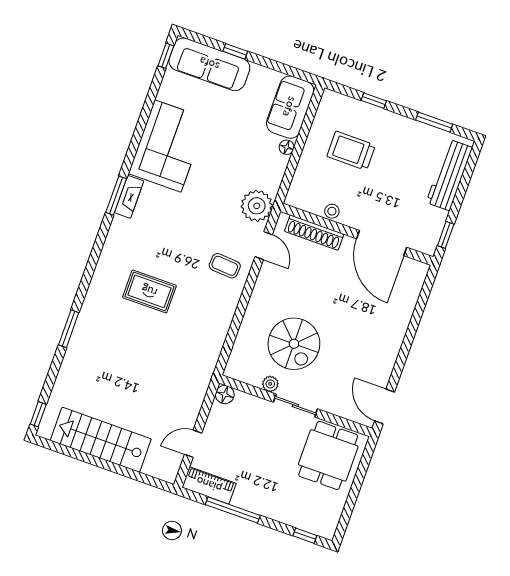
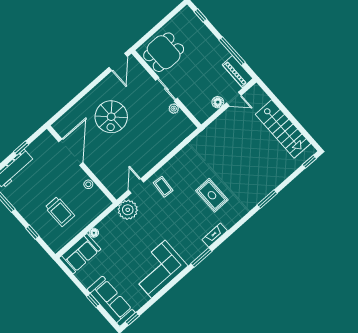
fireplace: (129, 197) -> (215, 235), moved
shoe rack: (314, 233) -> (104, 178), removed
window: (446, 235) -> (21, 148), moved
spiral stairs: (294, 344) -> (111, 117), moved, turned 180
floor lamp: (225, 395) -> (218, 102), moved

